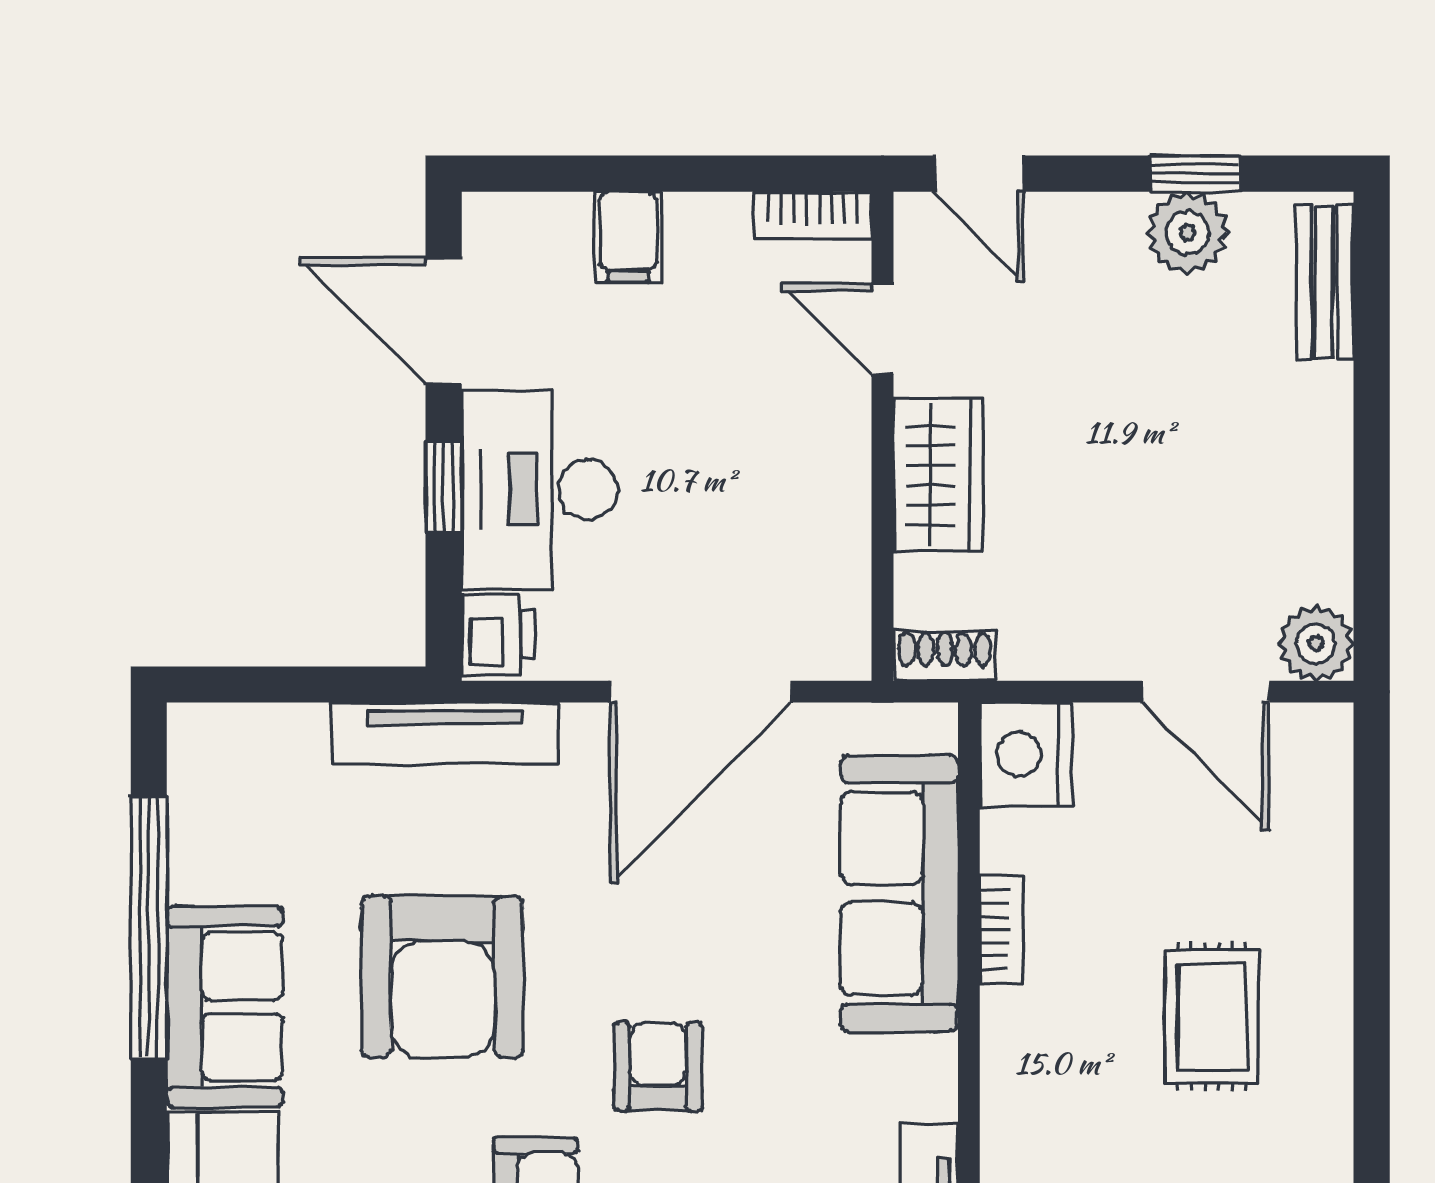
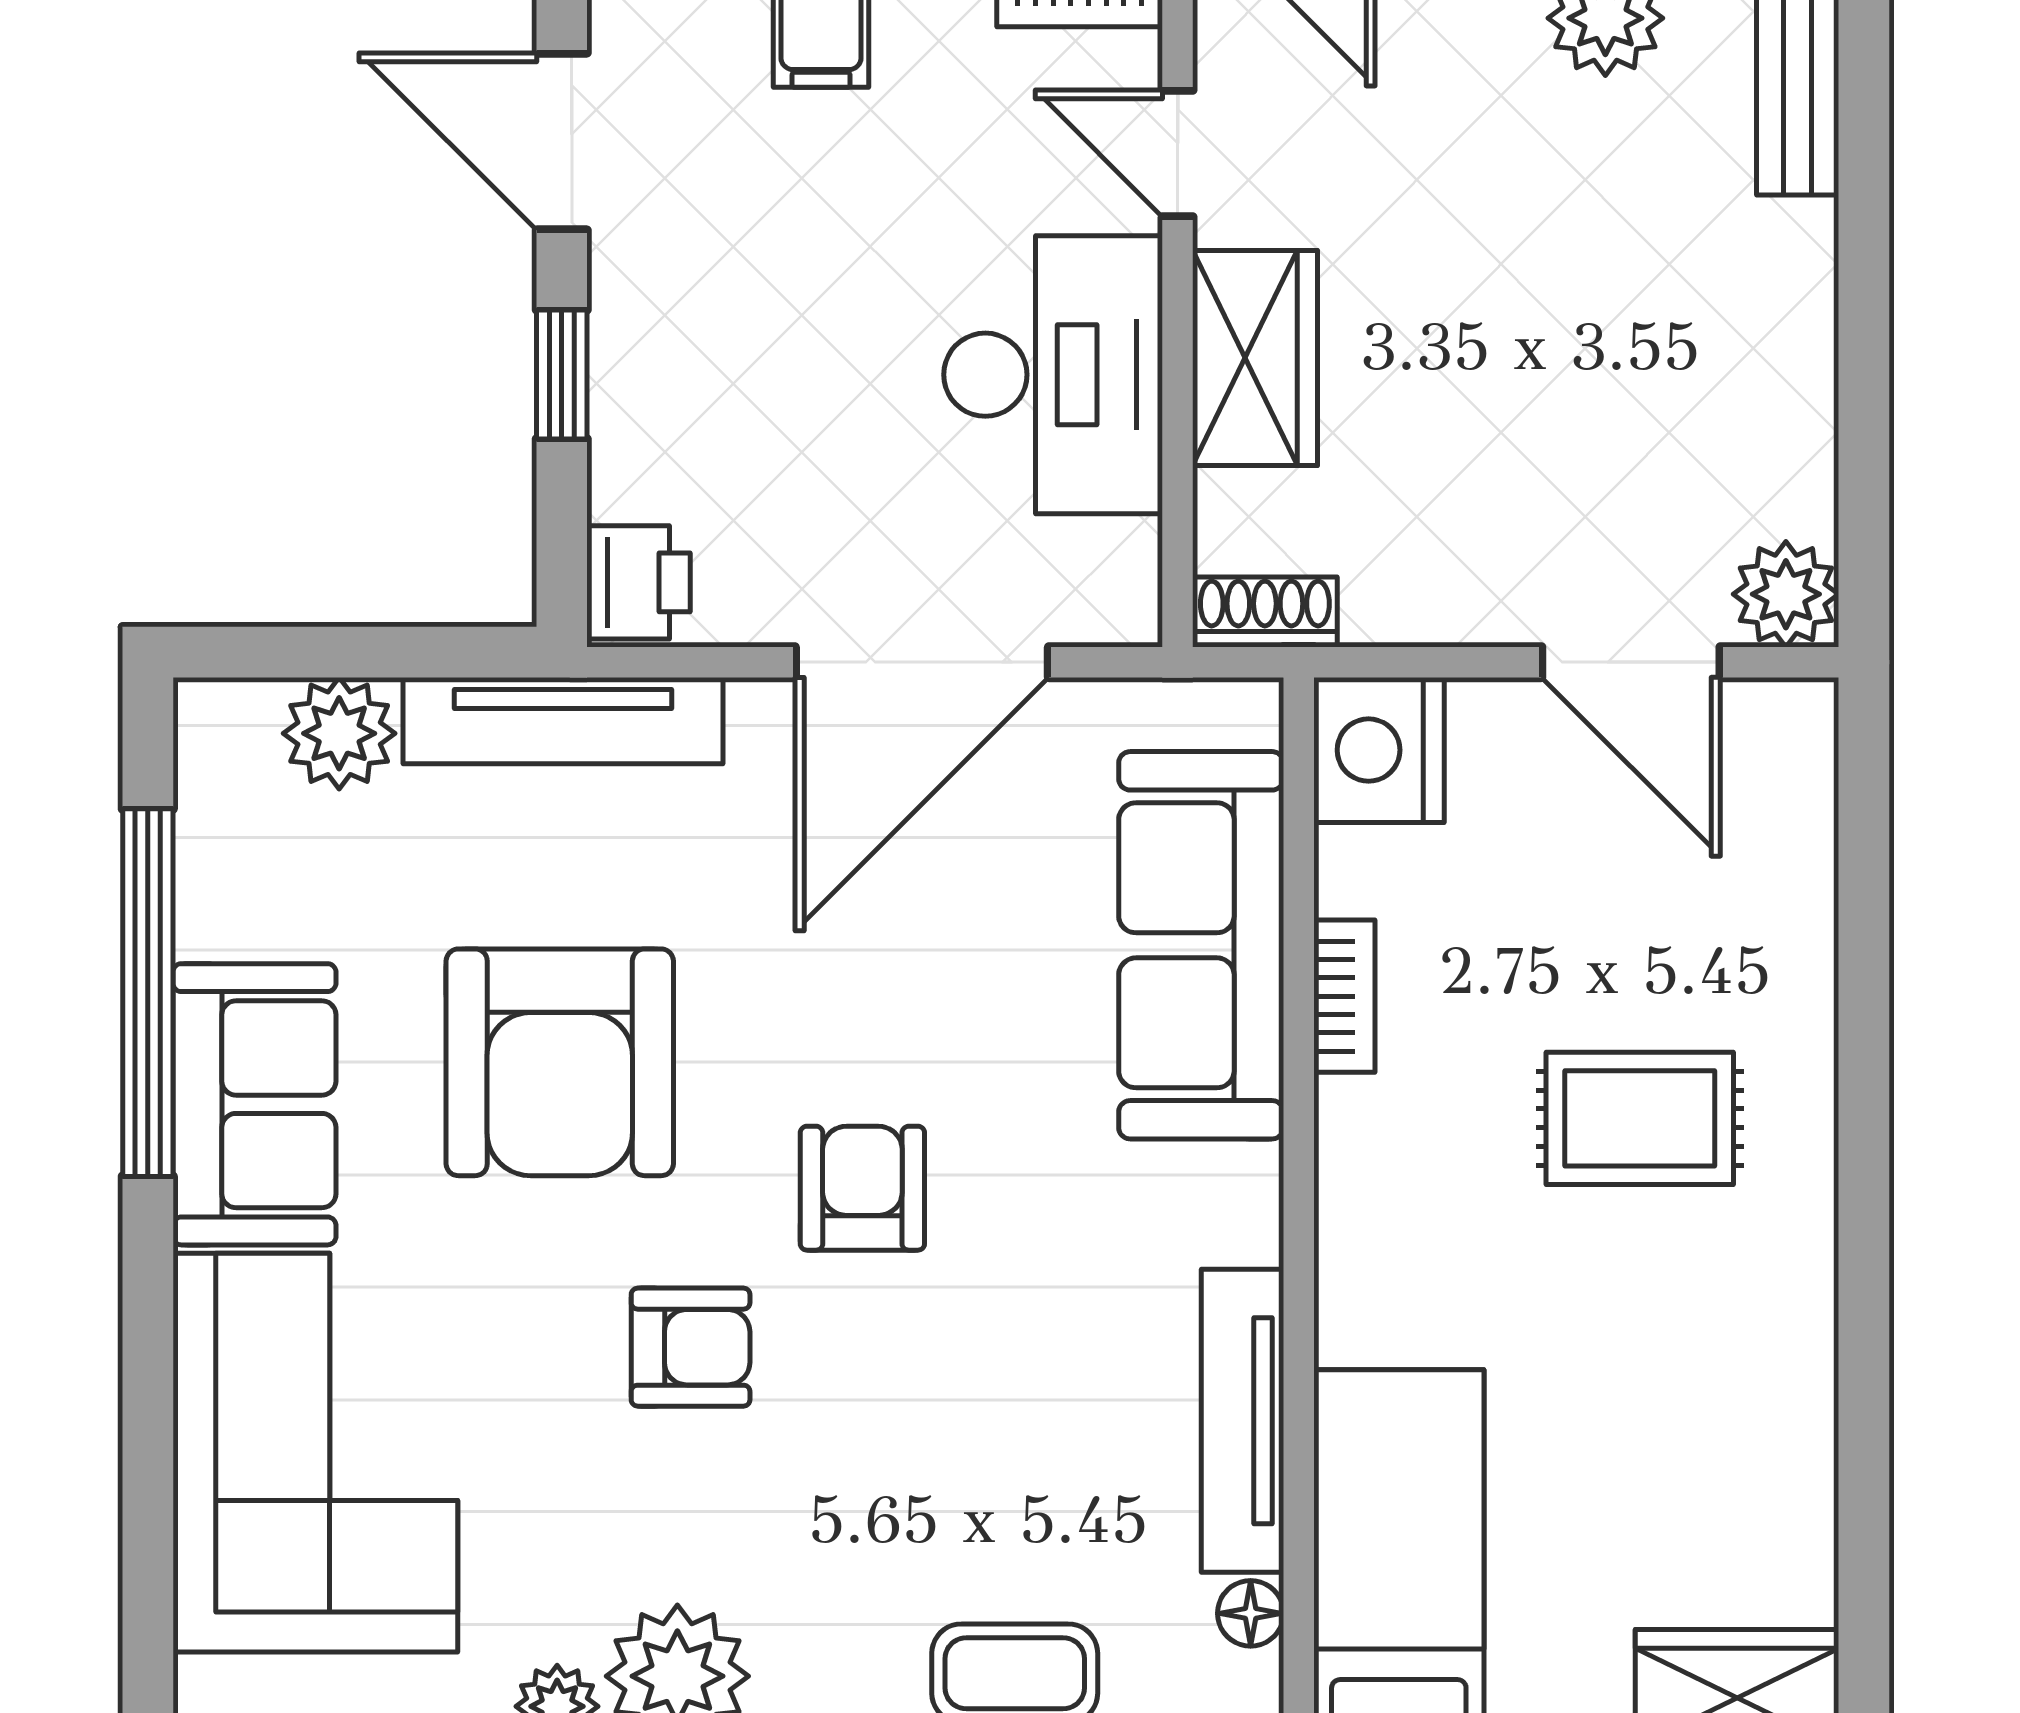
desk: (540, 489) -> (1053, 375), moved, turned 180
plant: (285, 742) -> (339, 733), added
rug: (1212, 1017) -> (1640, 1118), turned 90

